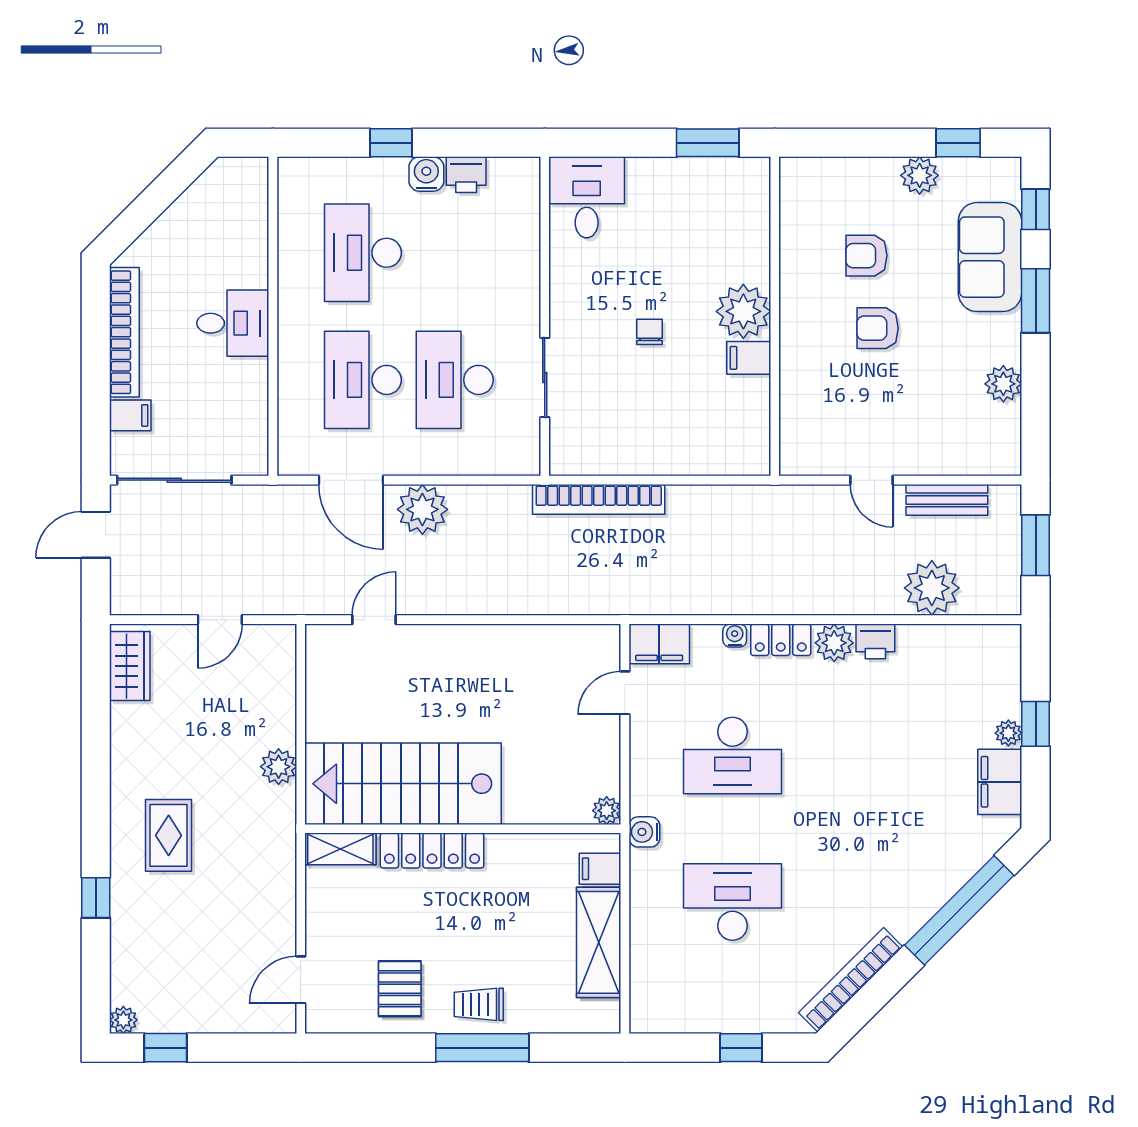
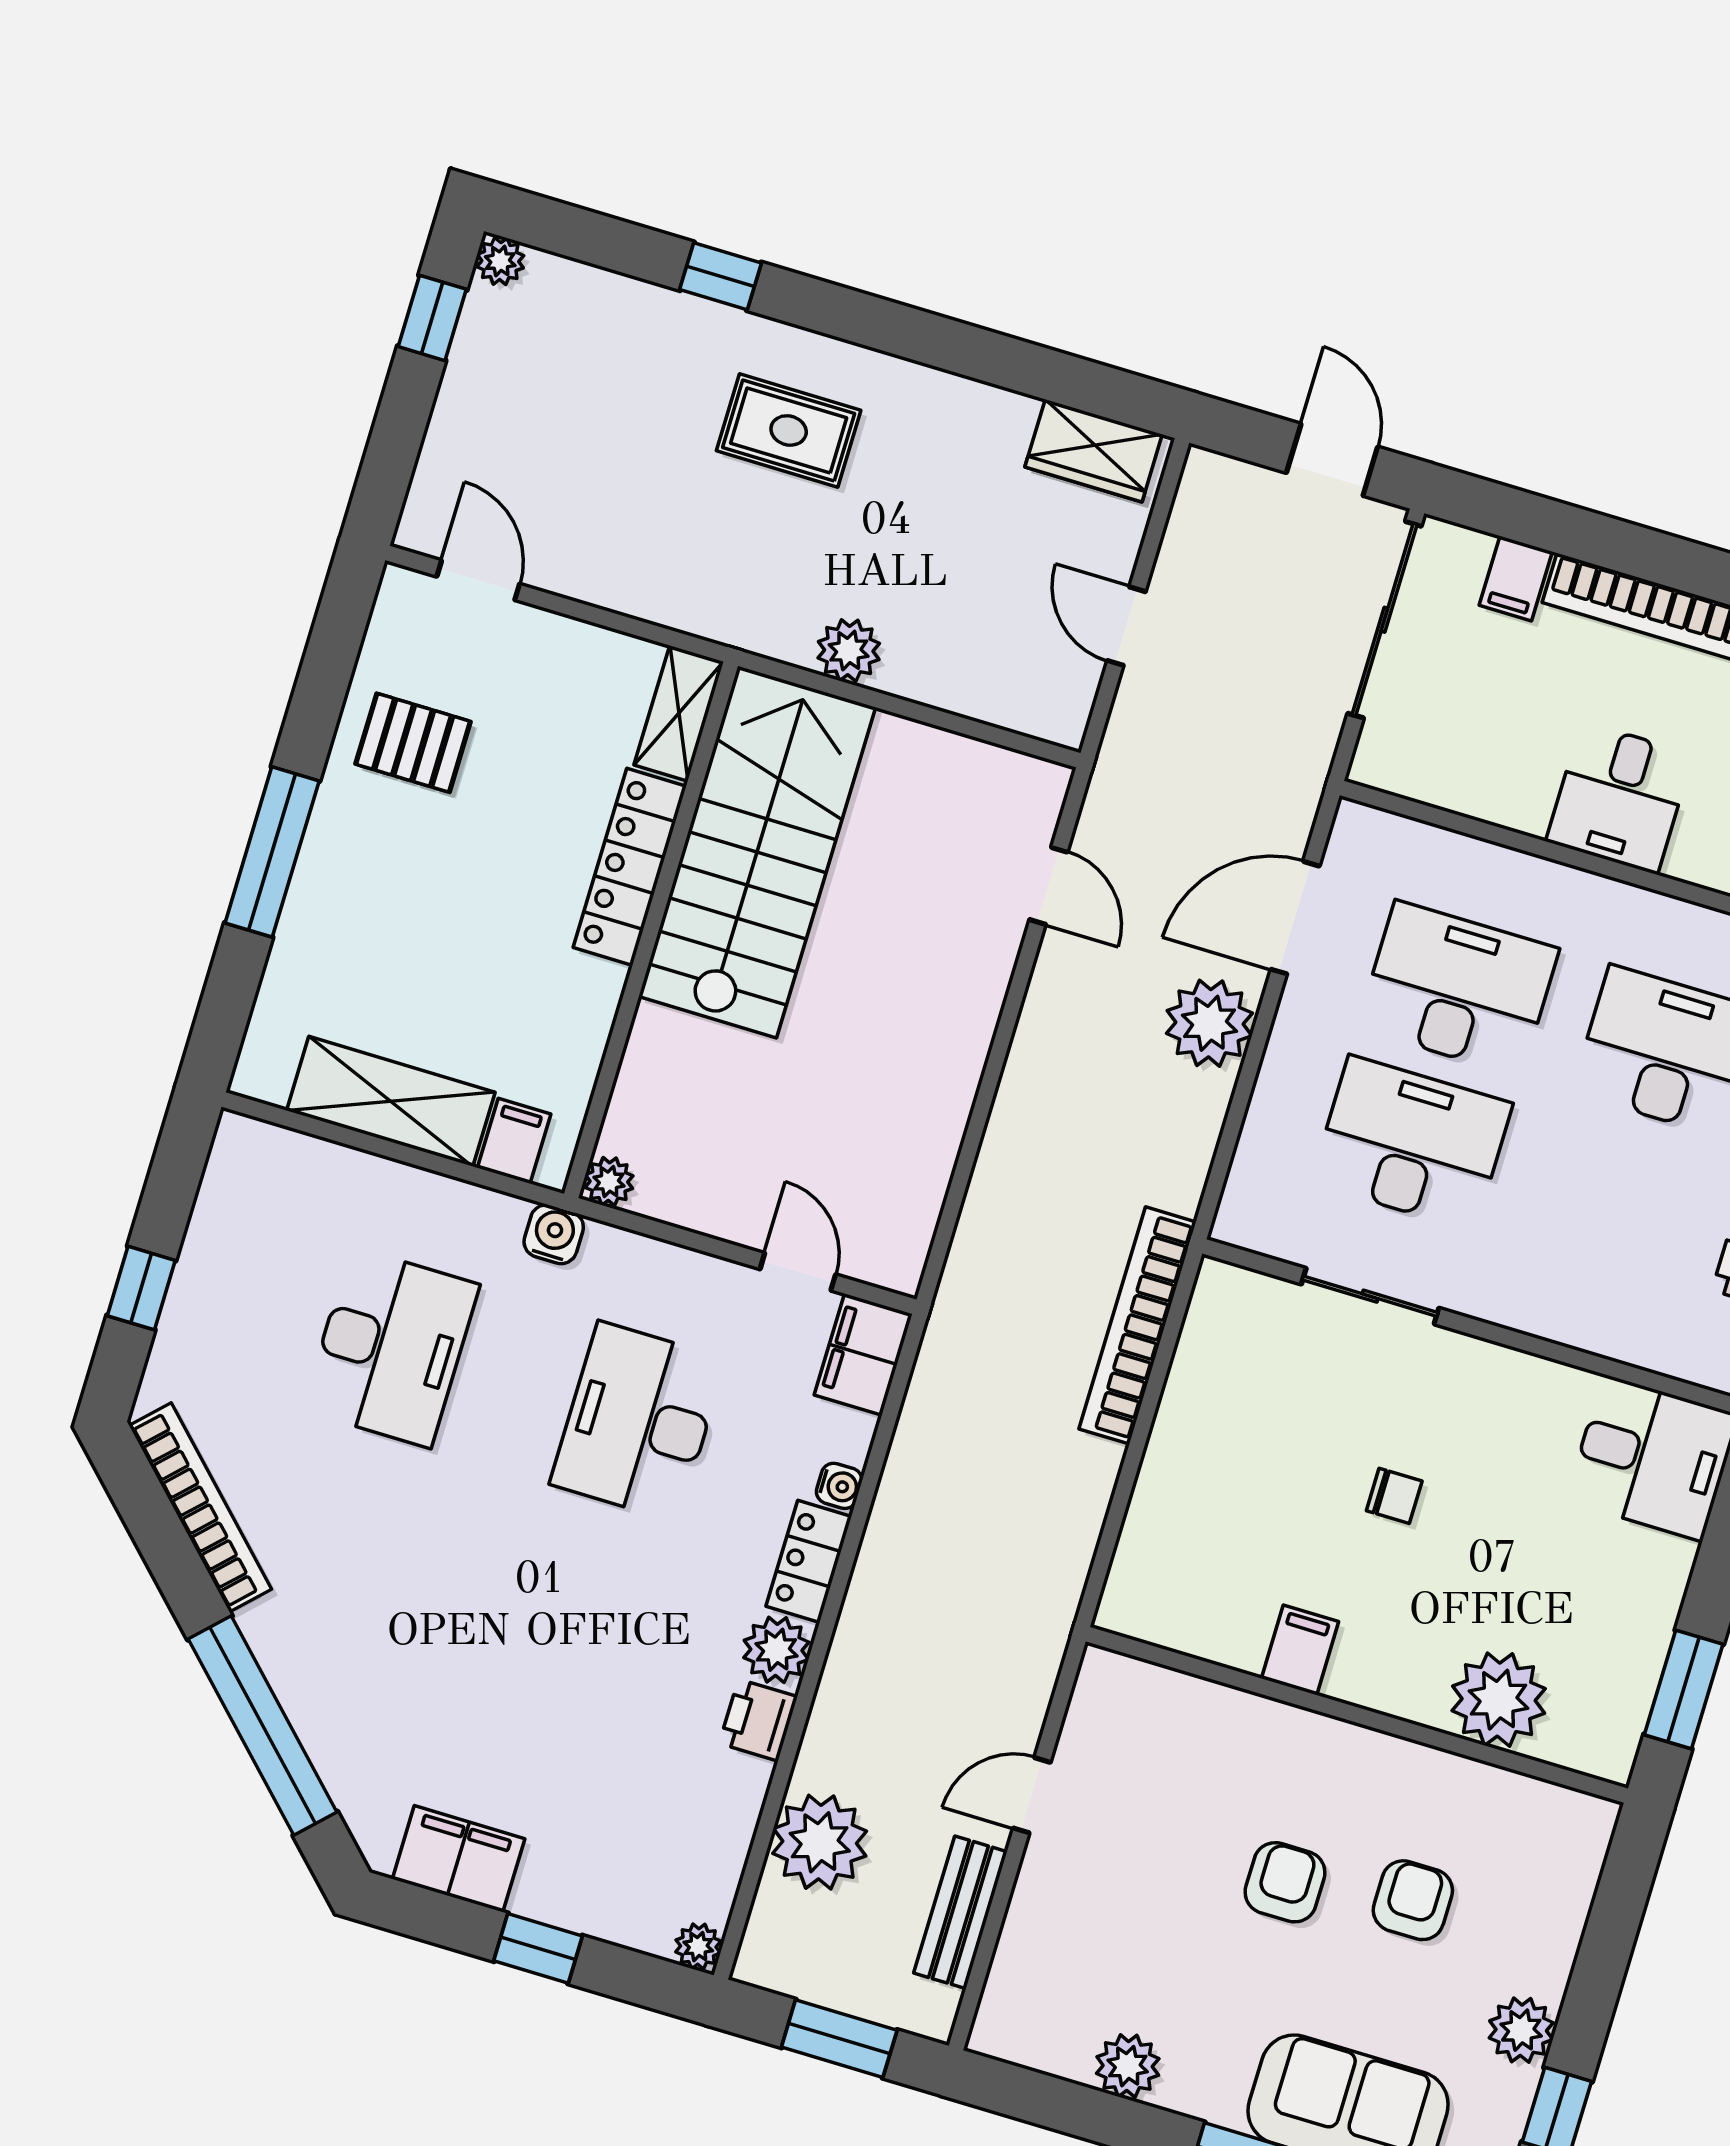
plant: (743, 311) -> (1499, 1700), moved
plant: (1008, 733) -> (698, 1947), moved
trolley: (479, 1004) -> (347, 868), removed

